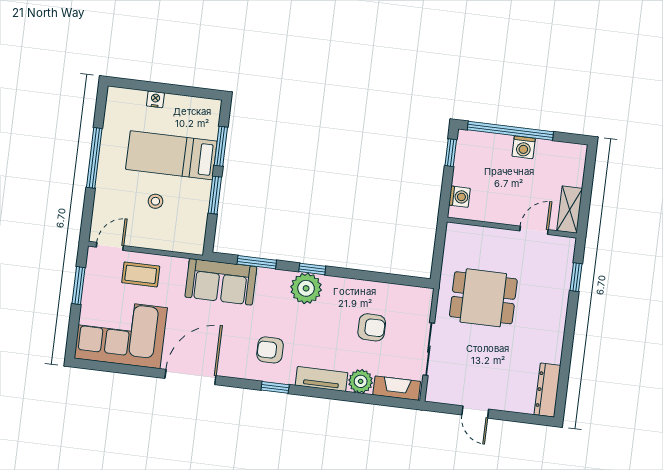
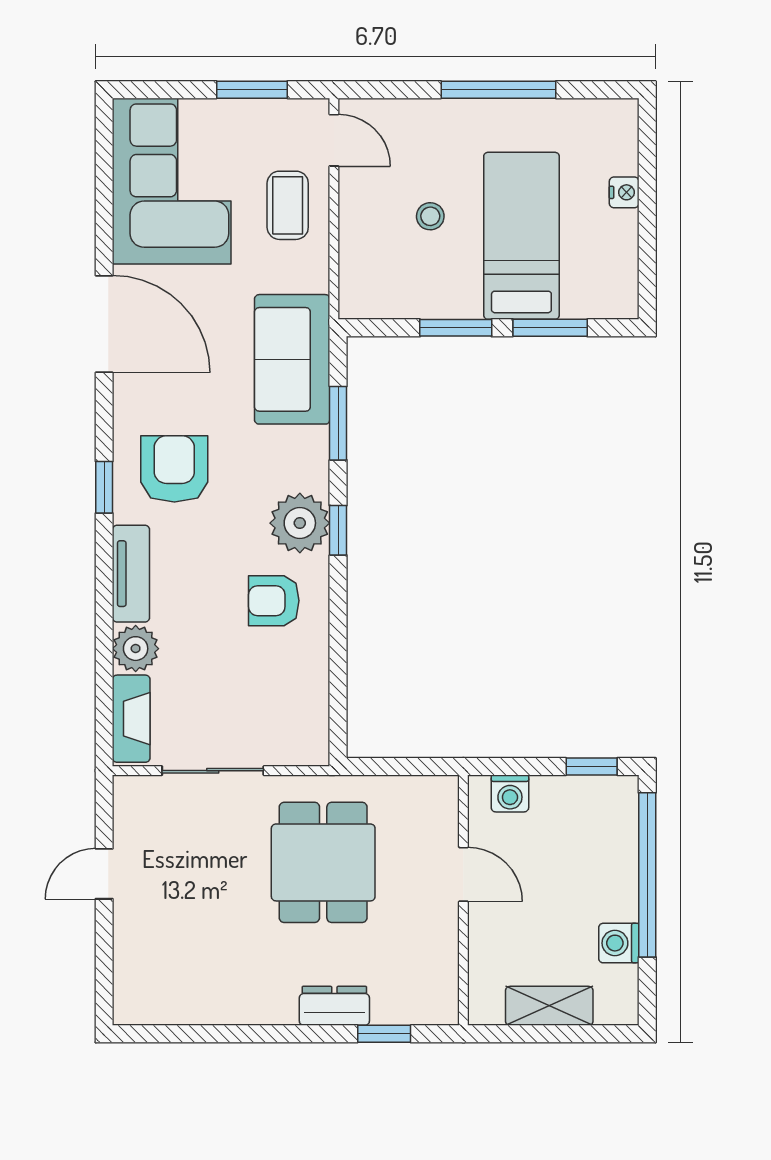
washing machine: (524, 147) -> (619, 943), moved
shelving: (570, 210) -> (549, 1006), moved
door: (534, 230) -> (463, 874), moved
armchair: (372, 327) -> (274, 601), moved, turned 90
armchair: (270, 350) -> (174, 469), width x1.38, depth x1.38
dresser: (547, 390) -> (334, 1006), moved, width x0.70

